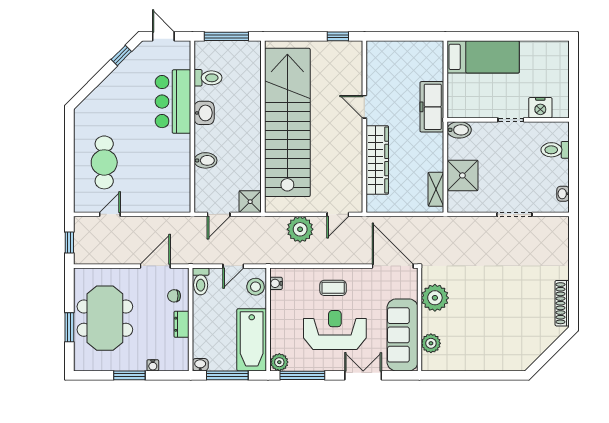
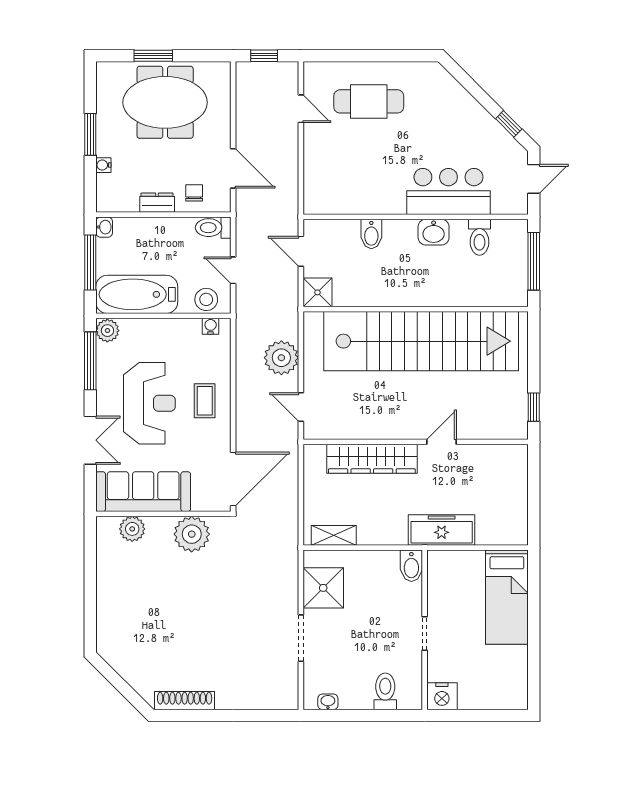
nightstand: (540, 108) -> (442, 696), moved, turned -90
shower: (462, 175) -> (323, 588), moved

